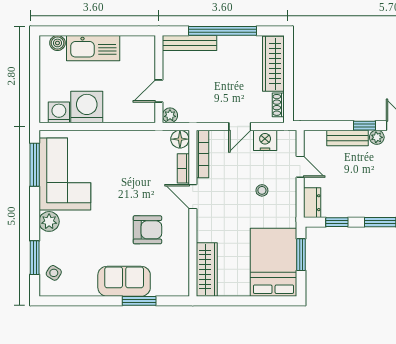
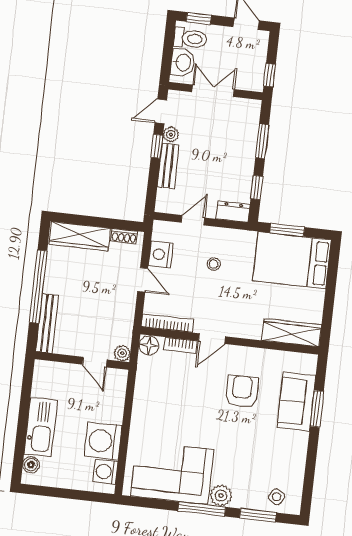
window: (35, 165) -> (202, 509), moved
sofa: (124, 281) -> (296, 402), moved

